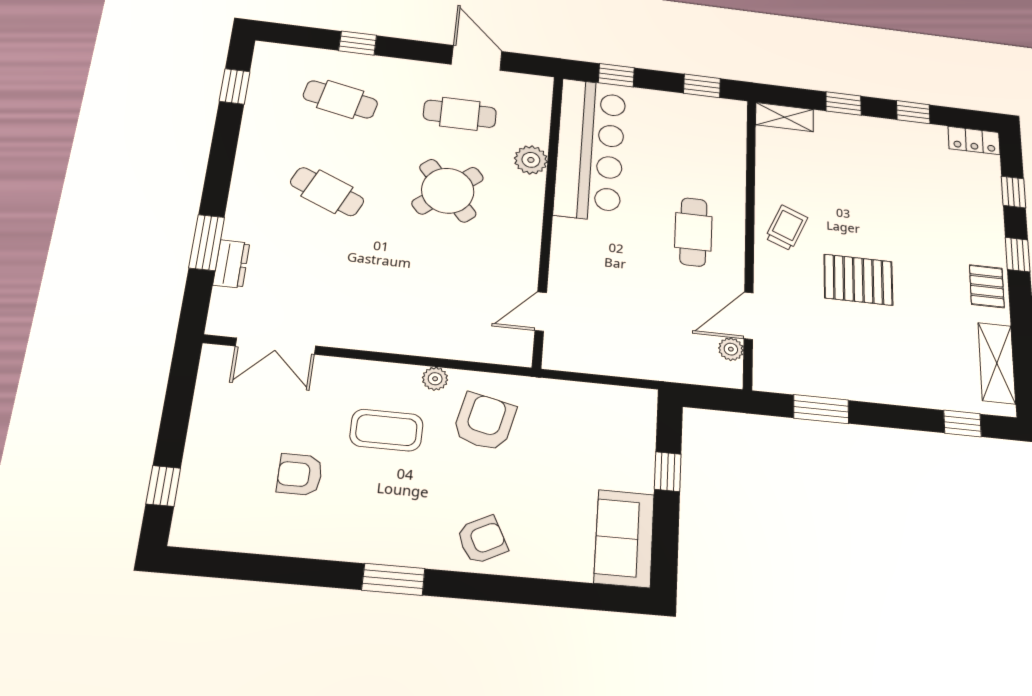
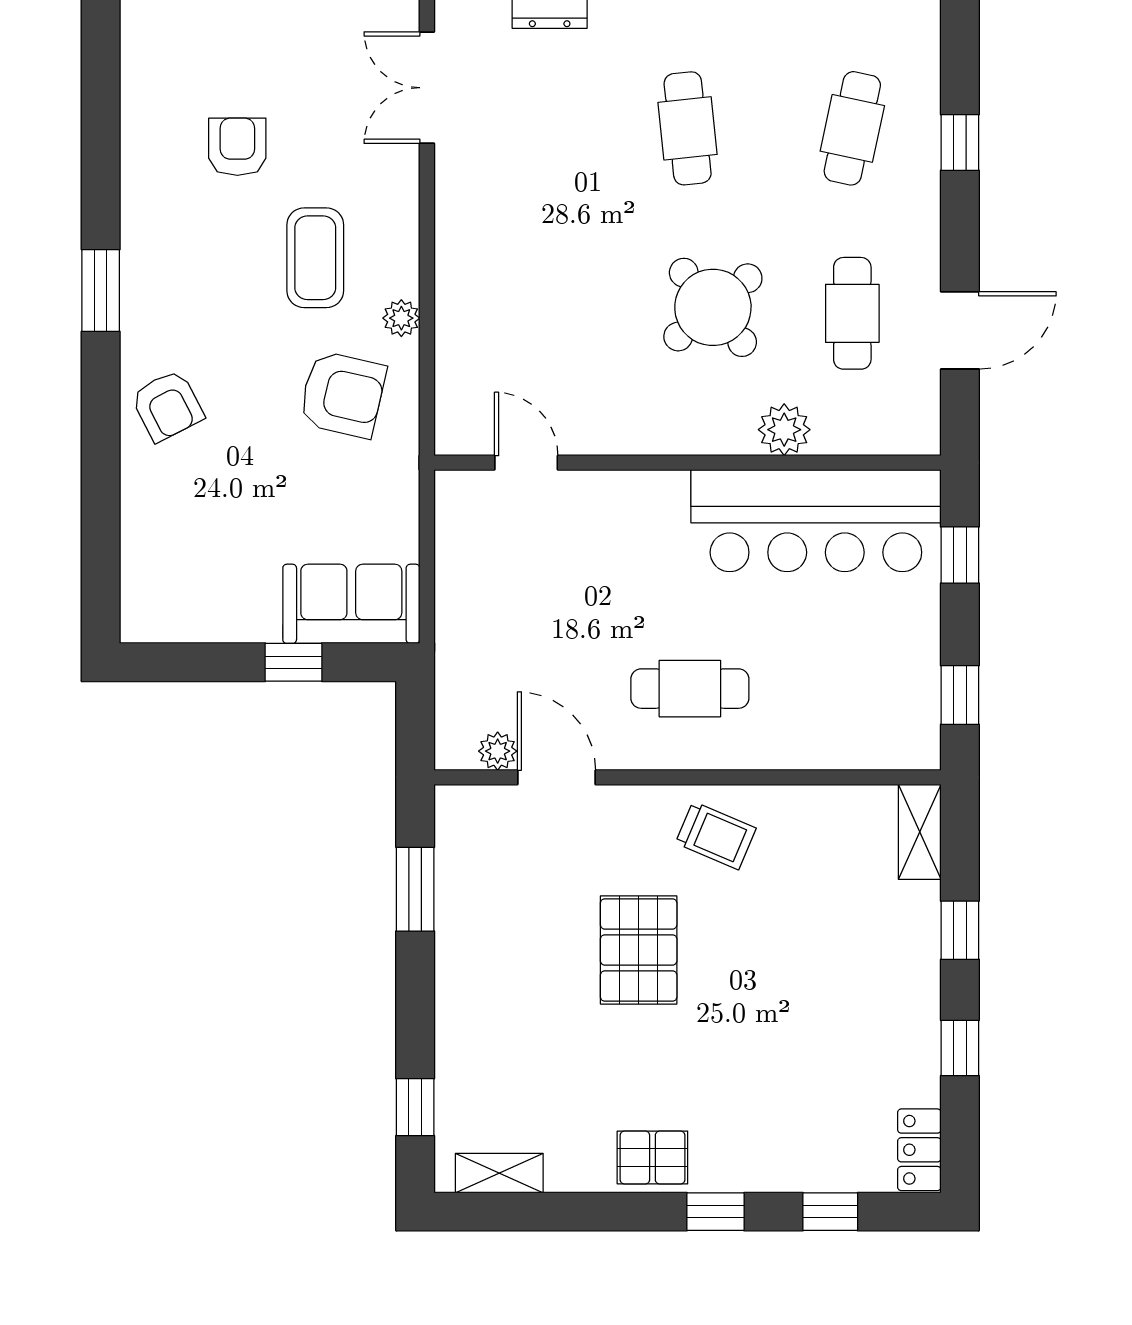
cafe table: (327, 192) -> (688, 128), turned -30
shelving: (997, 363) -> (499, 1173), width x0.67, depth x0.75
sofa: (624, 538) -> (351, 604), moved

